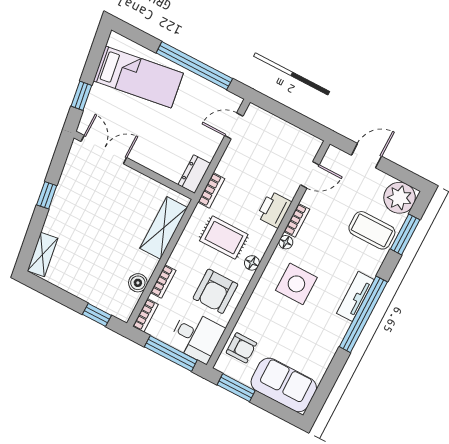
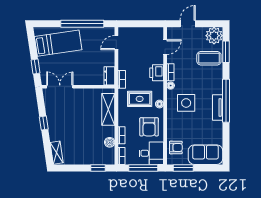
tv unit: (355, 296) -> (218, 108), moved

